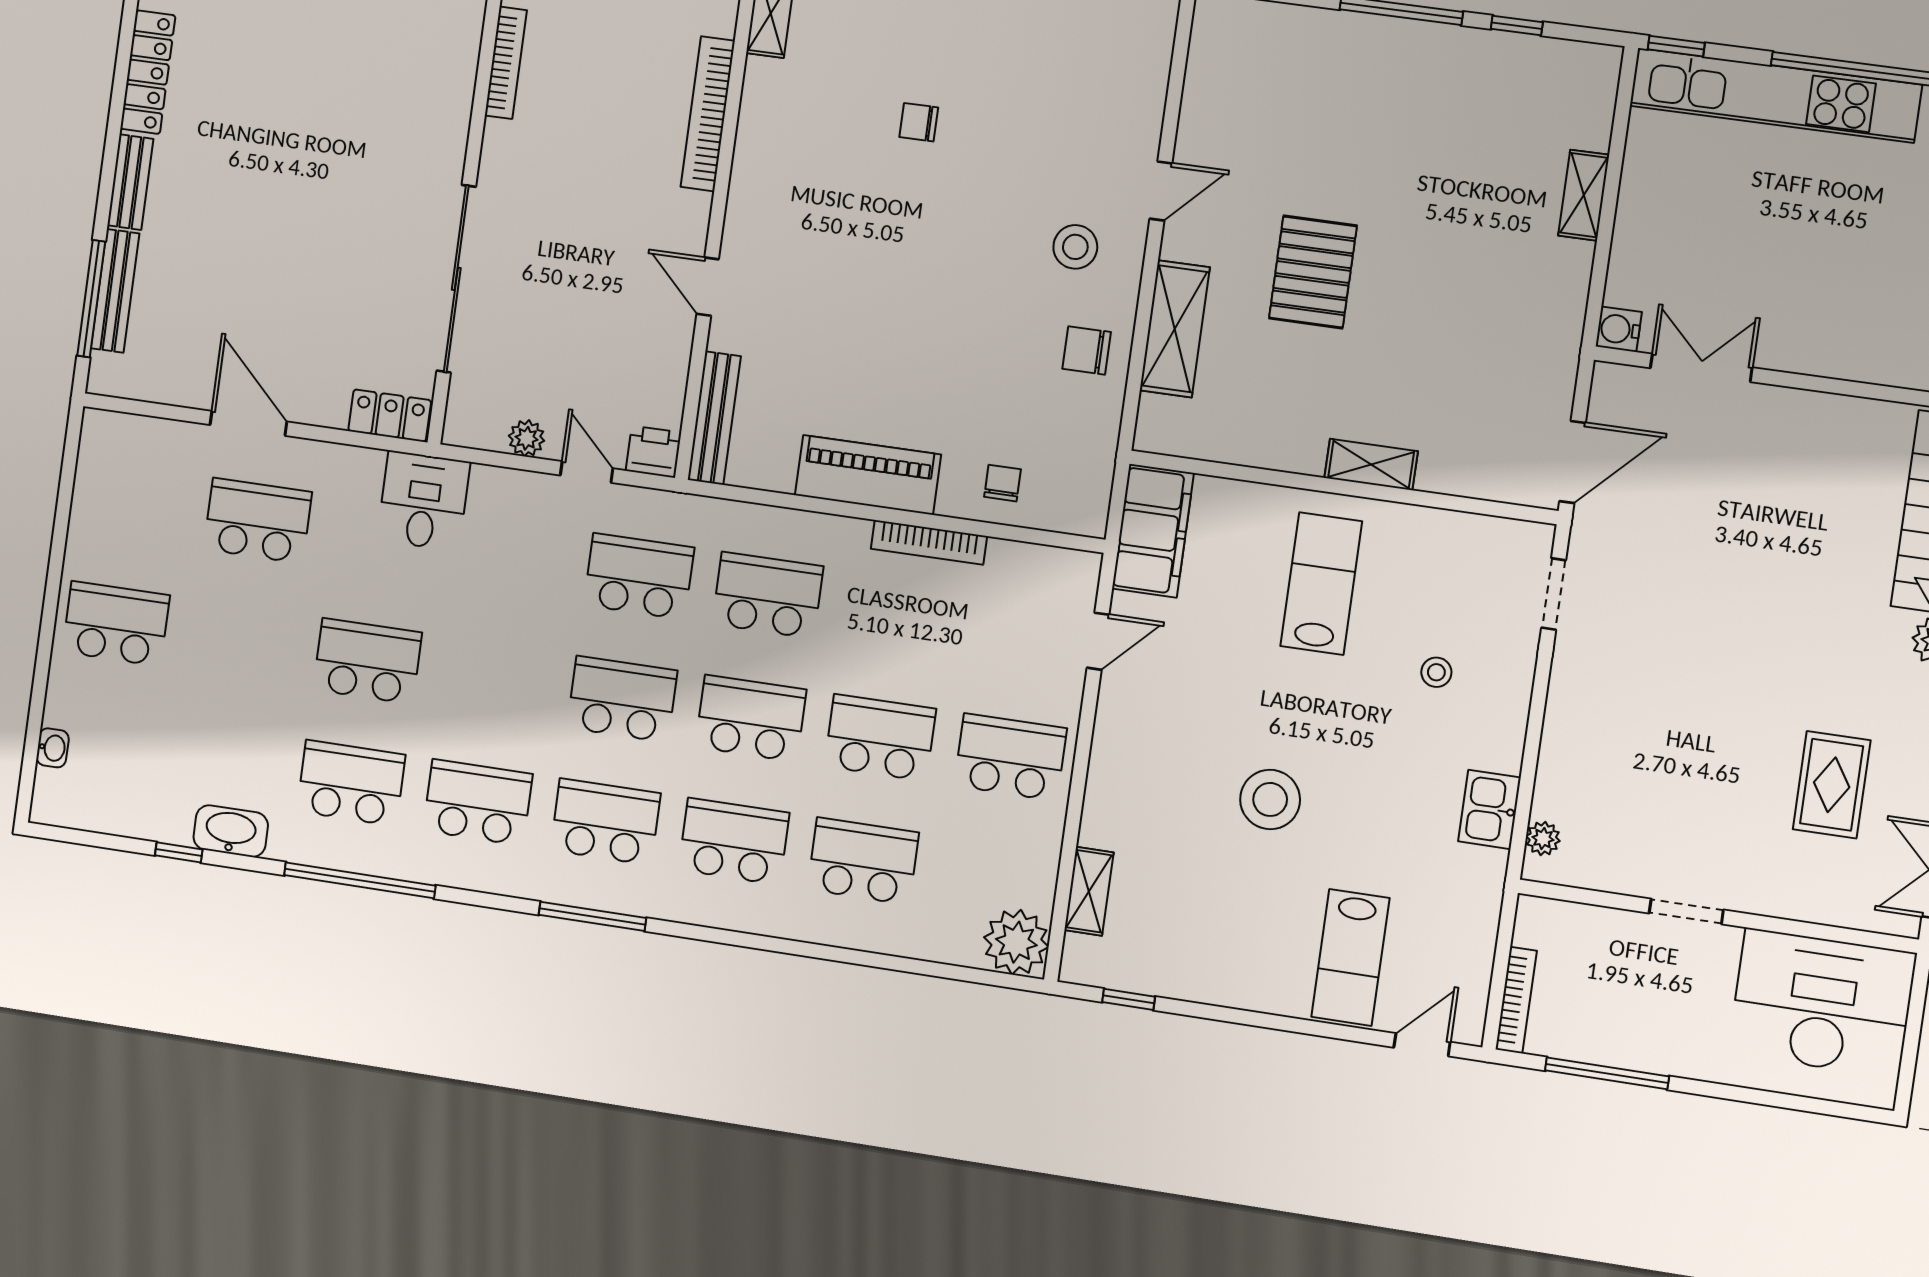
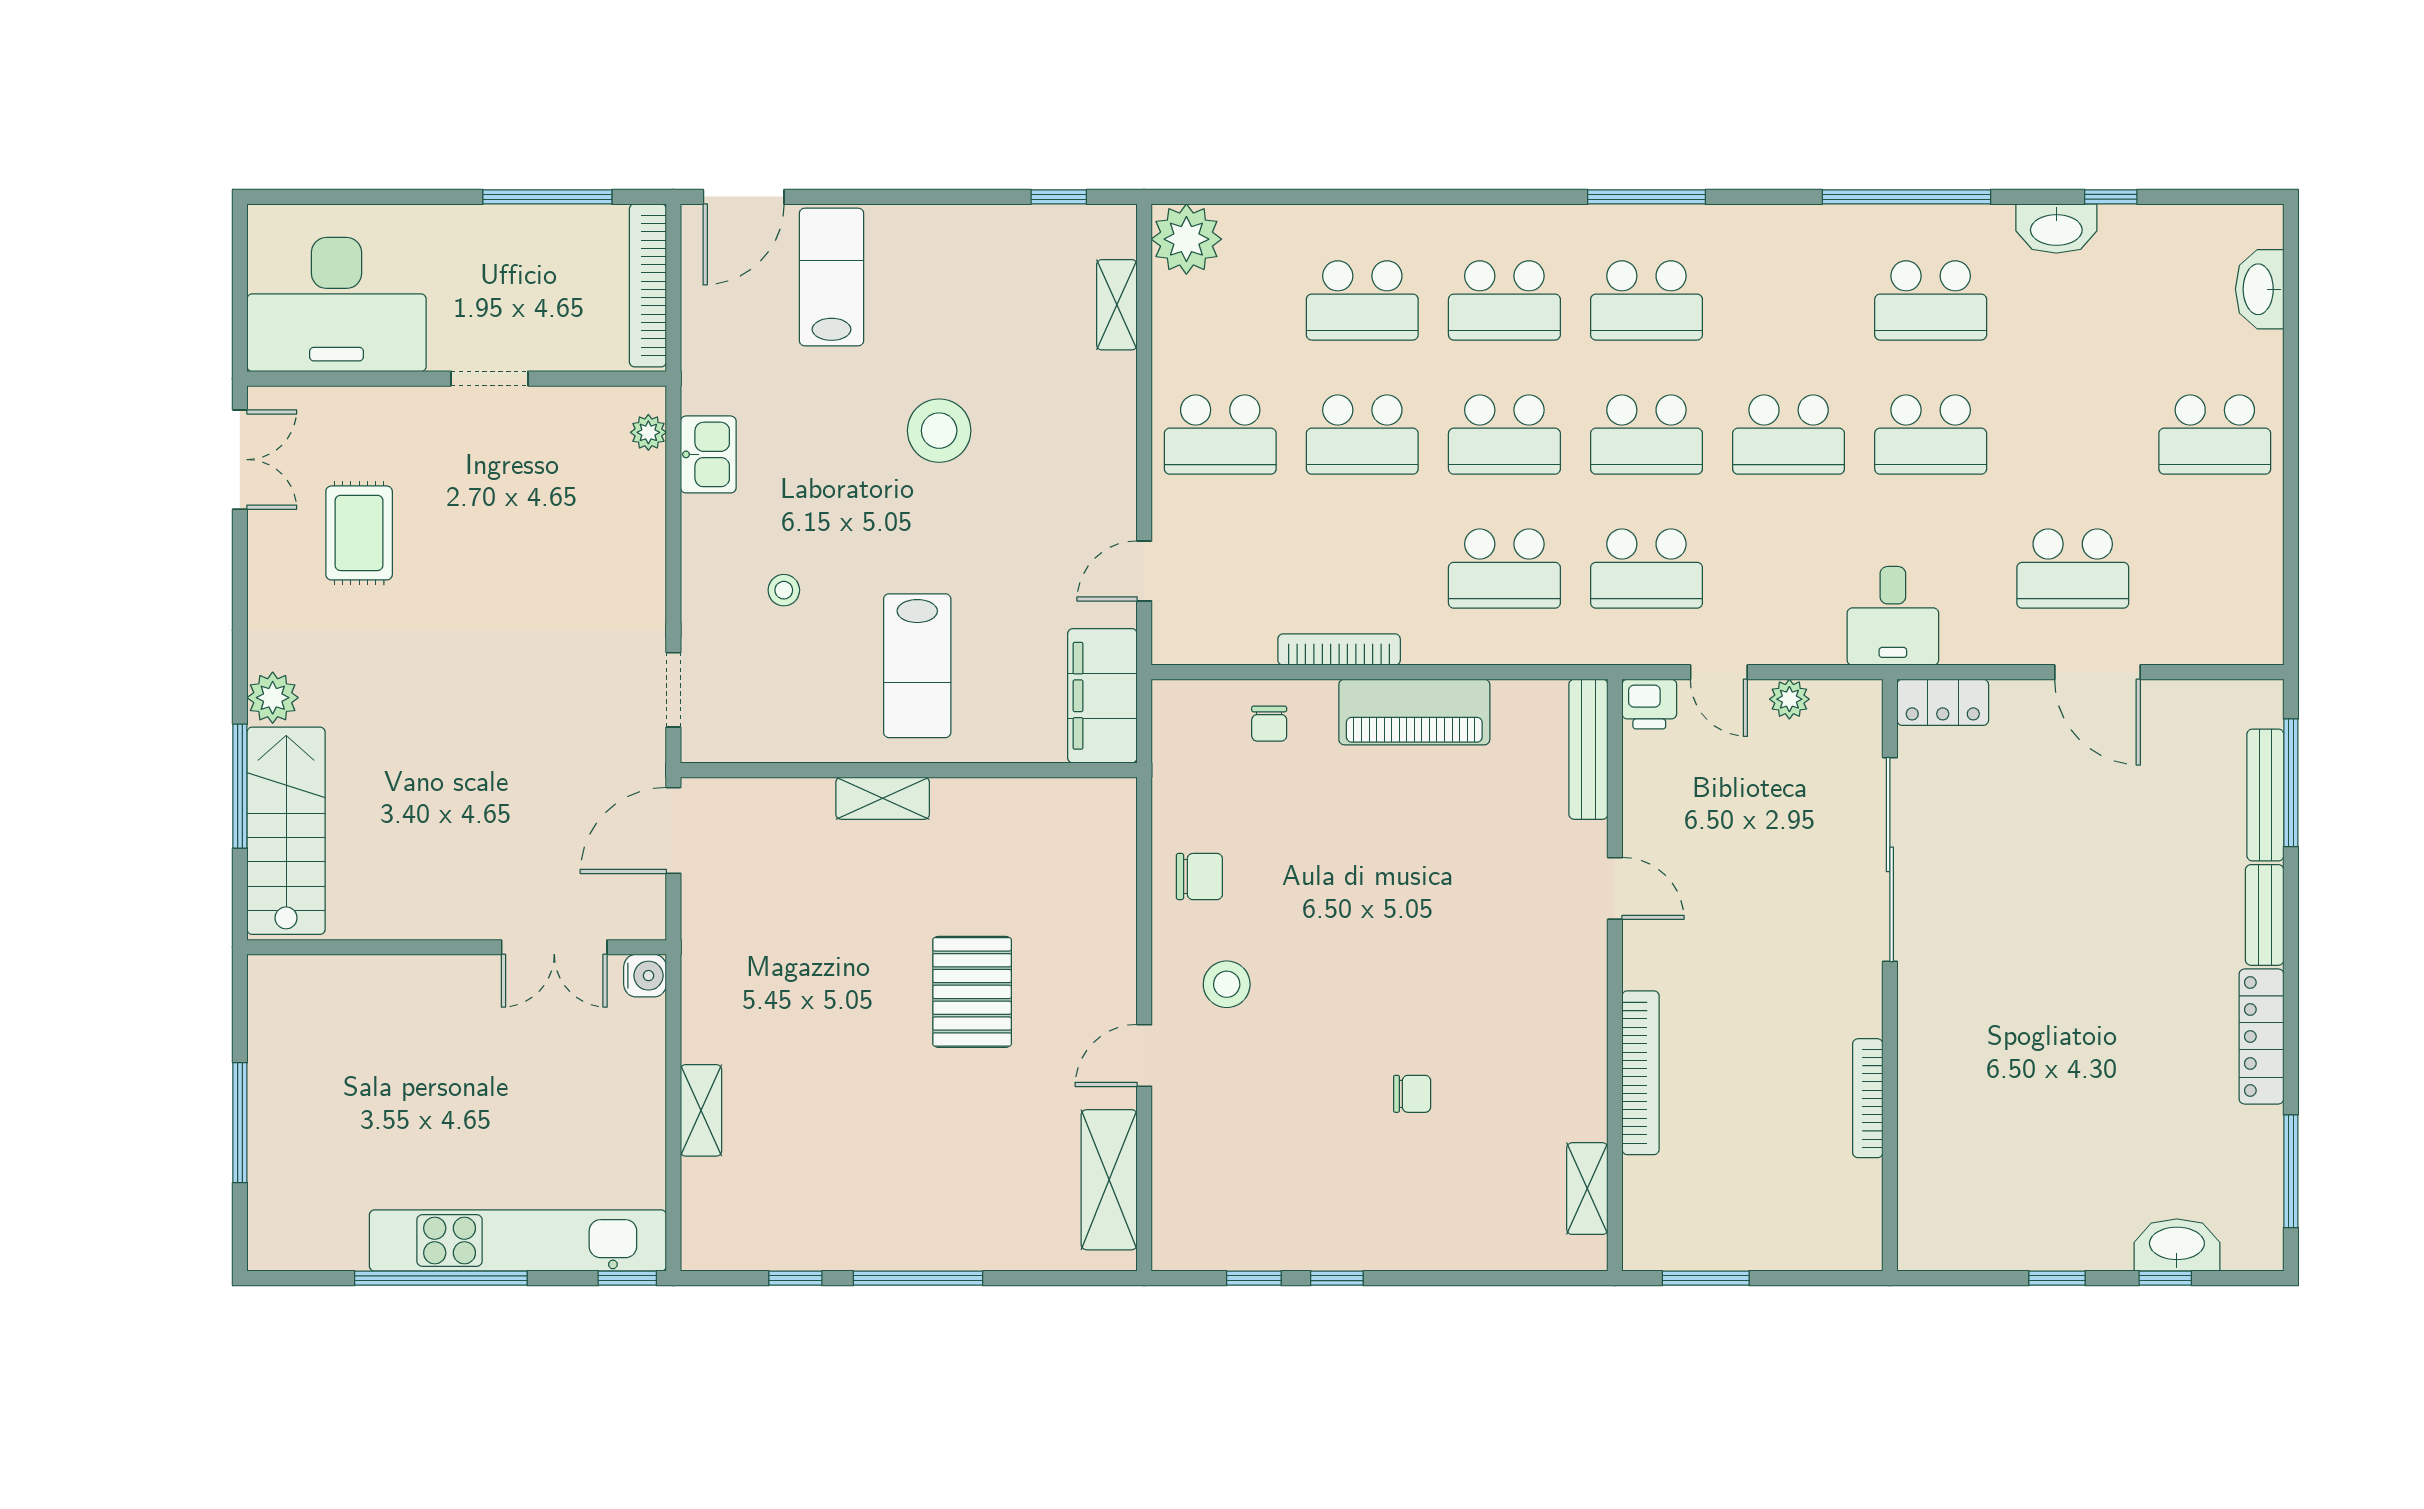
shelving: (1175, 329) -> (1109, 1180), moved
washbasin: (53, 748) -> (2260, 289), width x1.91, depth x1.45
school desk: (478, 802) -> (1789, 435), moved
bookcase: (1516, 1000) -> (648, 285), width x1.48, depth x1.31
door: (1422, 1045) -> (744, 197), width x1.38

